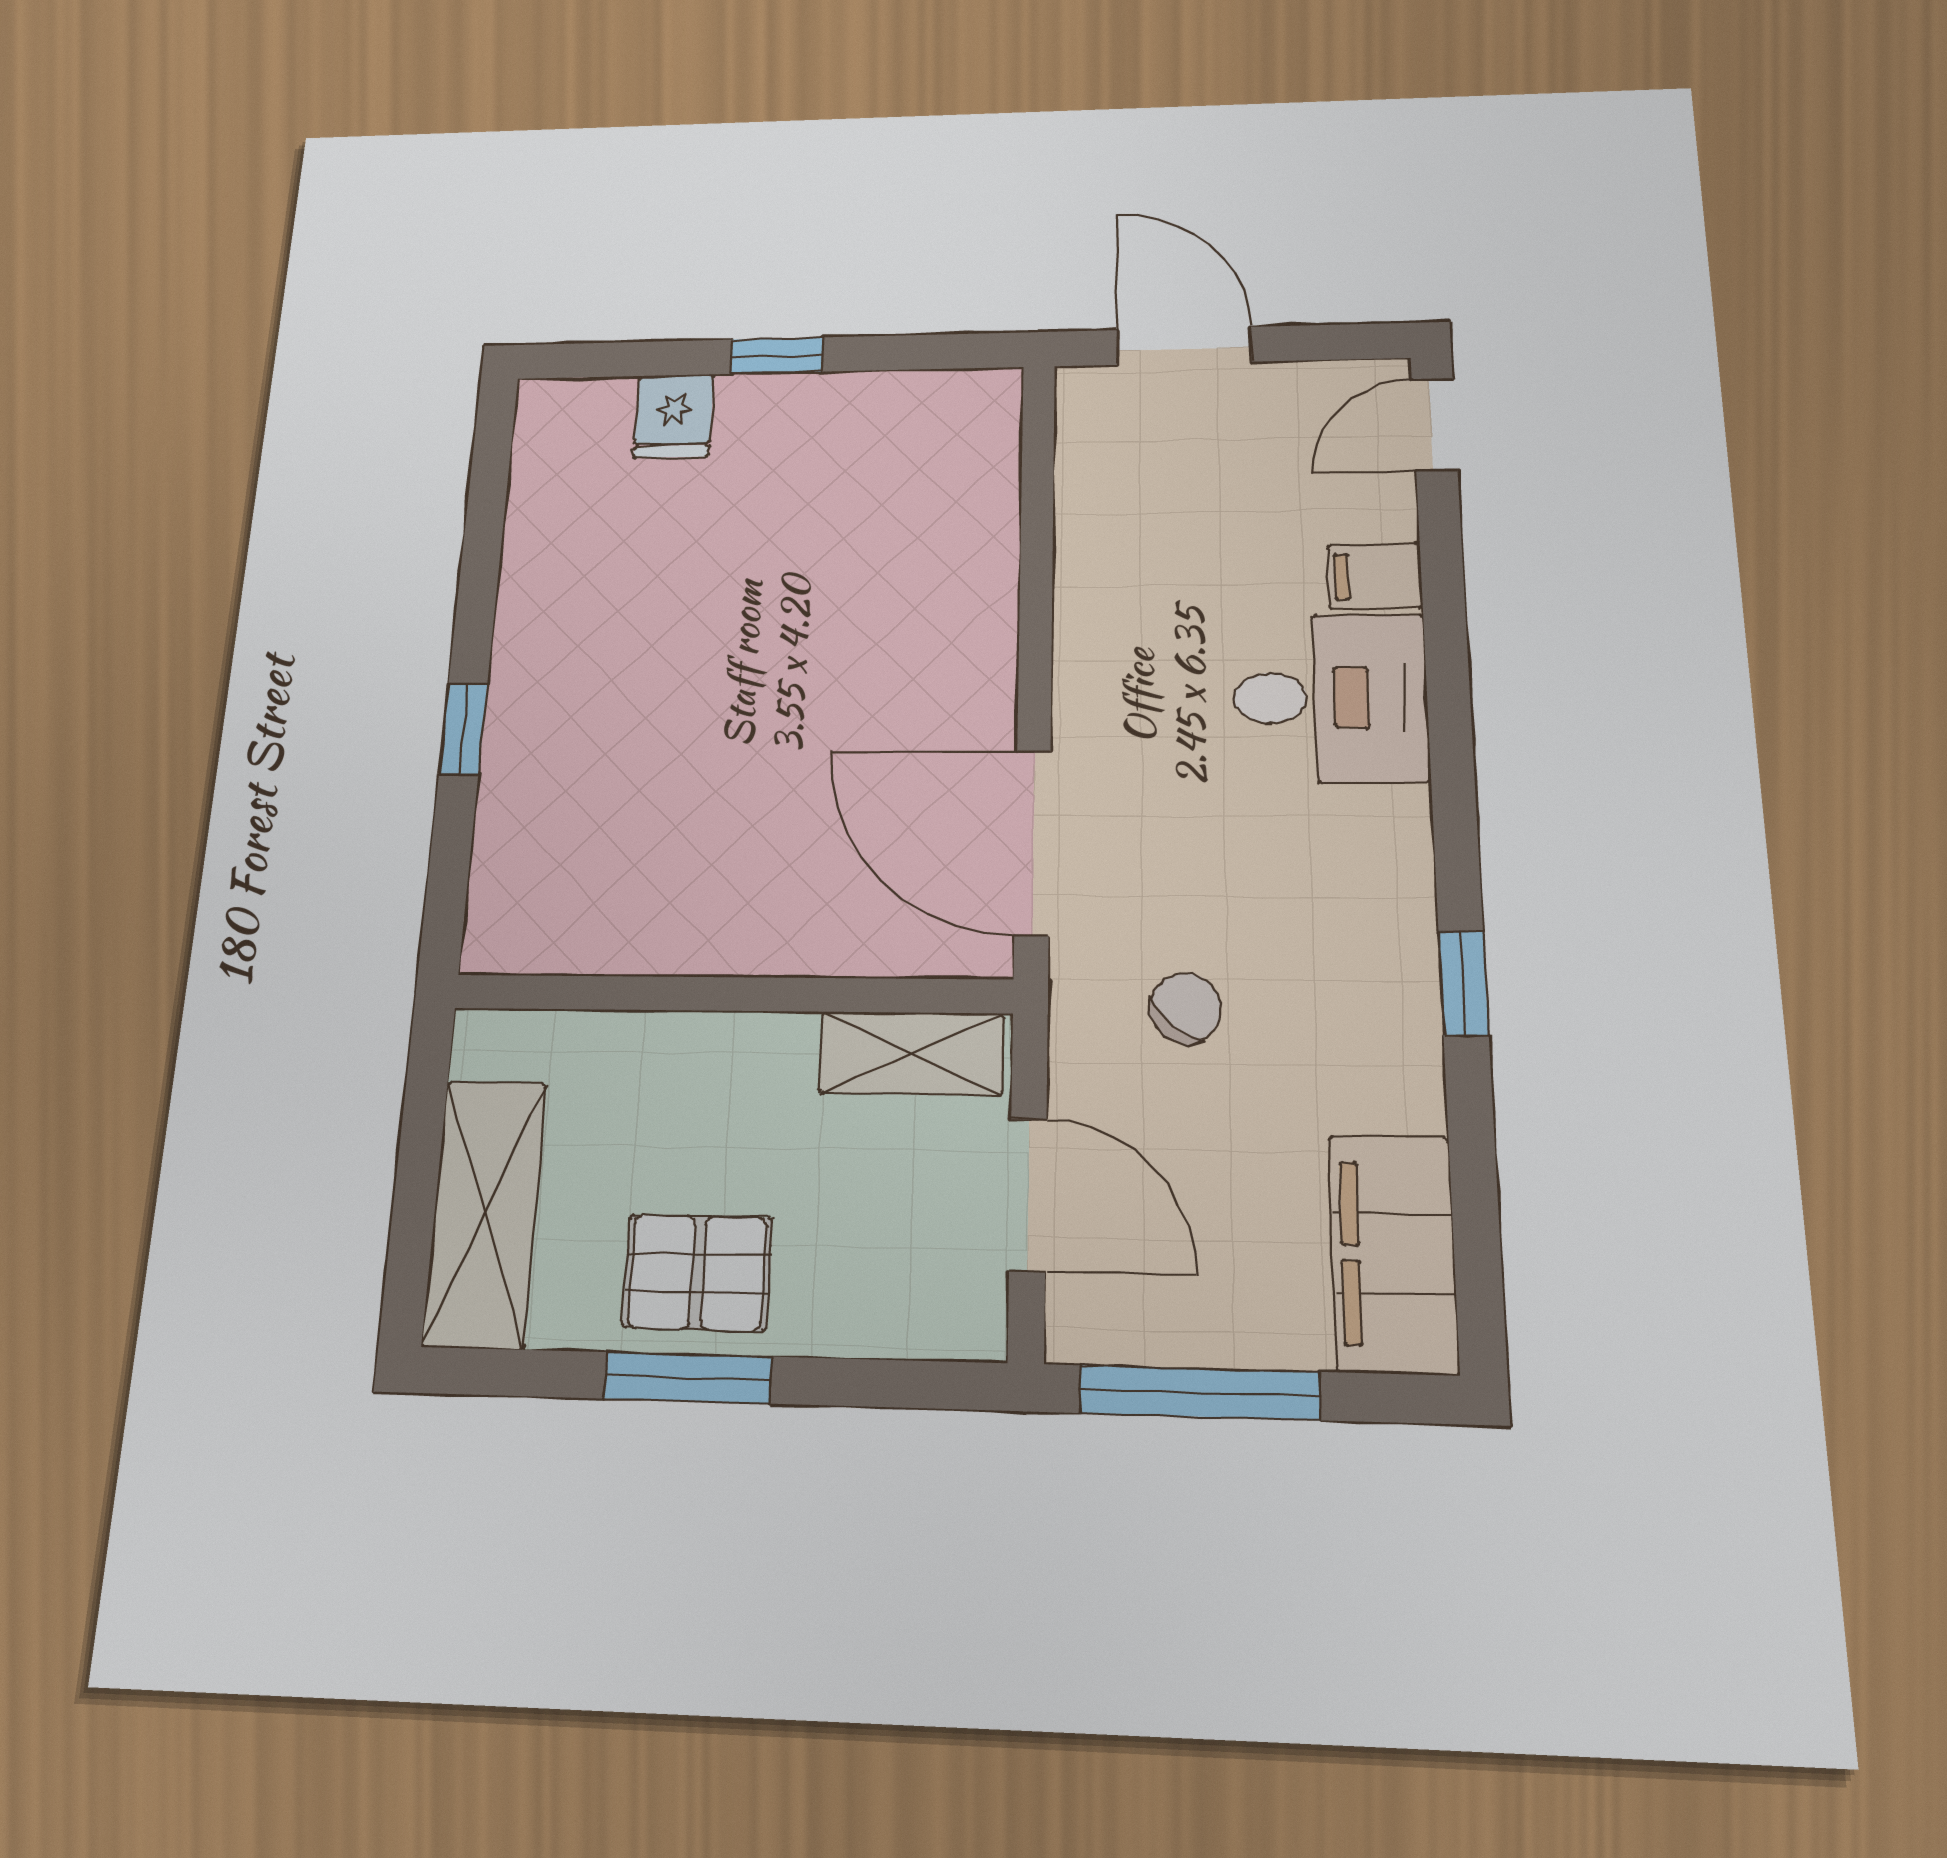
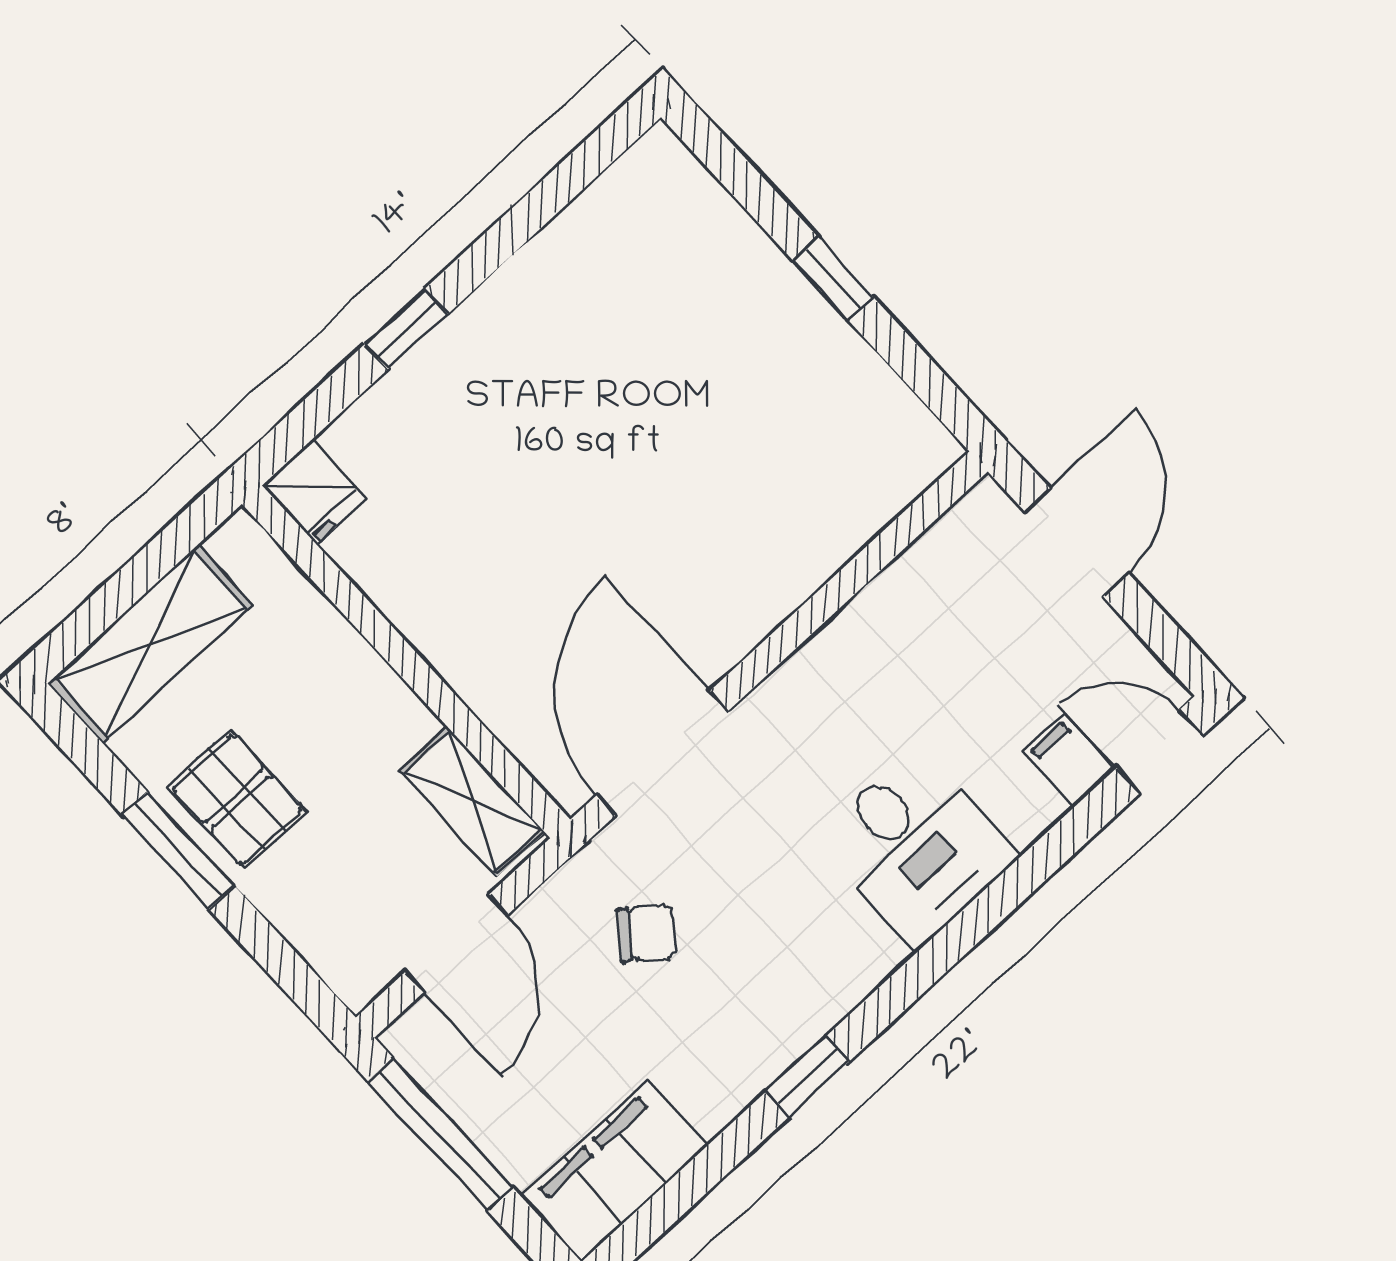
fridge: (674, 416) -> (314, 492), moved, turned -90
filing cabinet: (1374, 576) -> (1069, 760), moved

